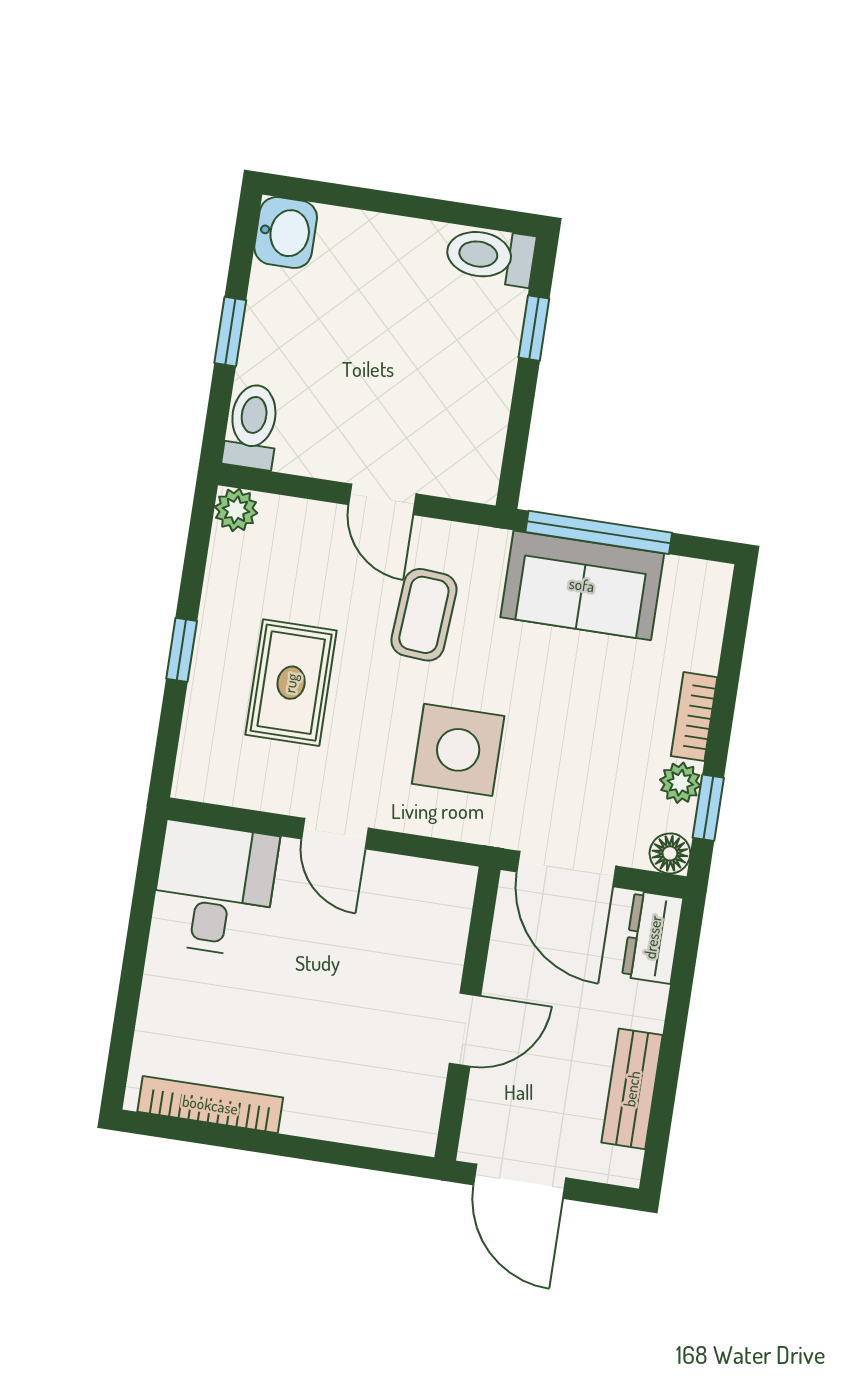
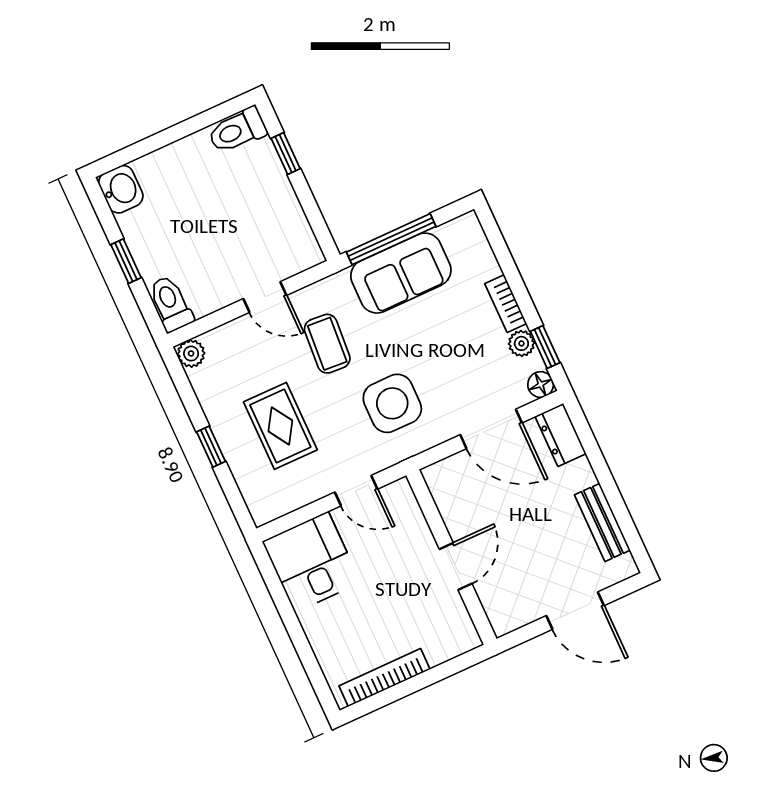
wall: (467, 1014) -> (451, 557), moved
door: (465, 1030) -> (456, 566), moved

